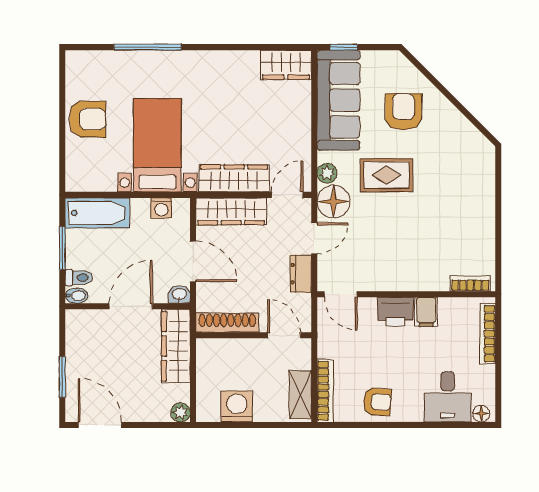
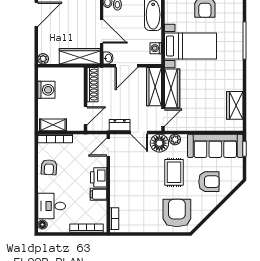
wardrobe: (286, 65) -> (235, 105), moved
armchair: (460, 170) -> (177, 213), added
door: (287, 195) -> (163, 118), hinge flipped

